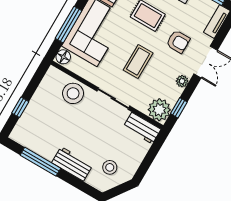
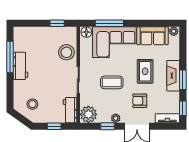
armchair: (178, 42) -> (140, 101), turned 90
window: (20, 107) -> (57, 23), moved
window: (179, 108) -> (107, 126), moved
window: (150, 157) -> (54, 126), added
workbench: (72, 164) -> (20, 66), moved

